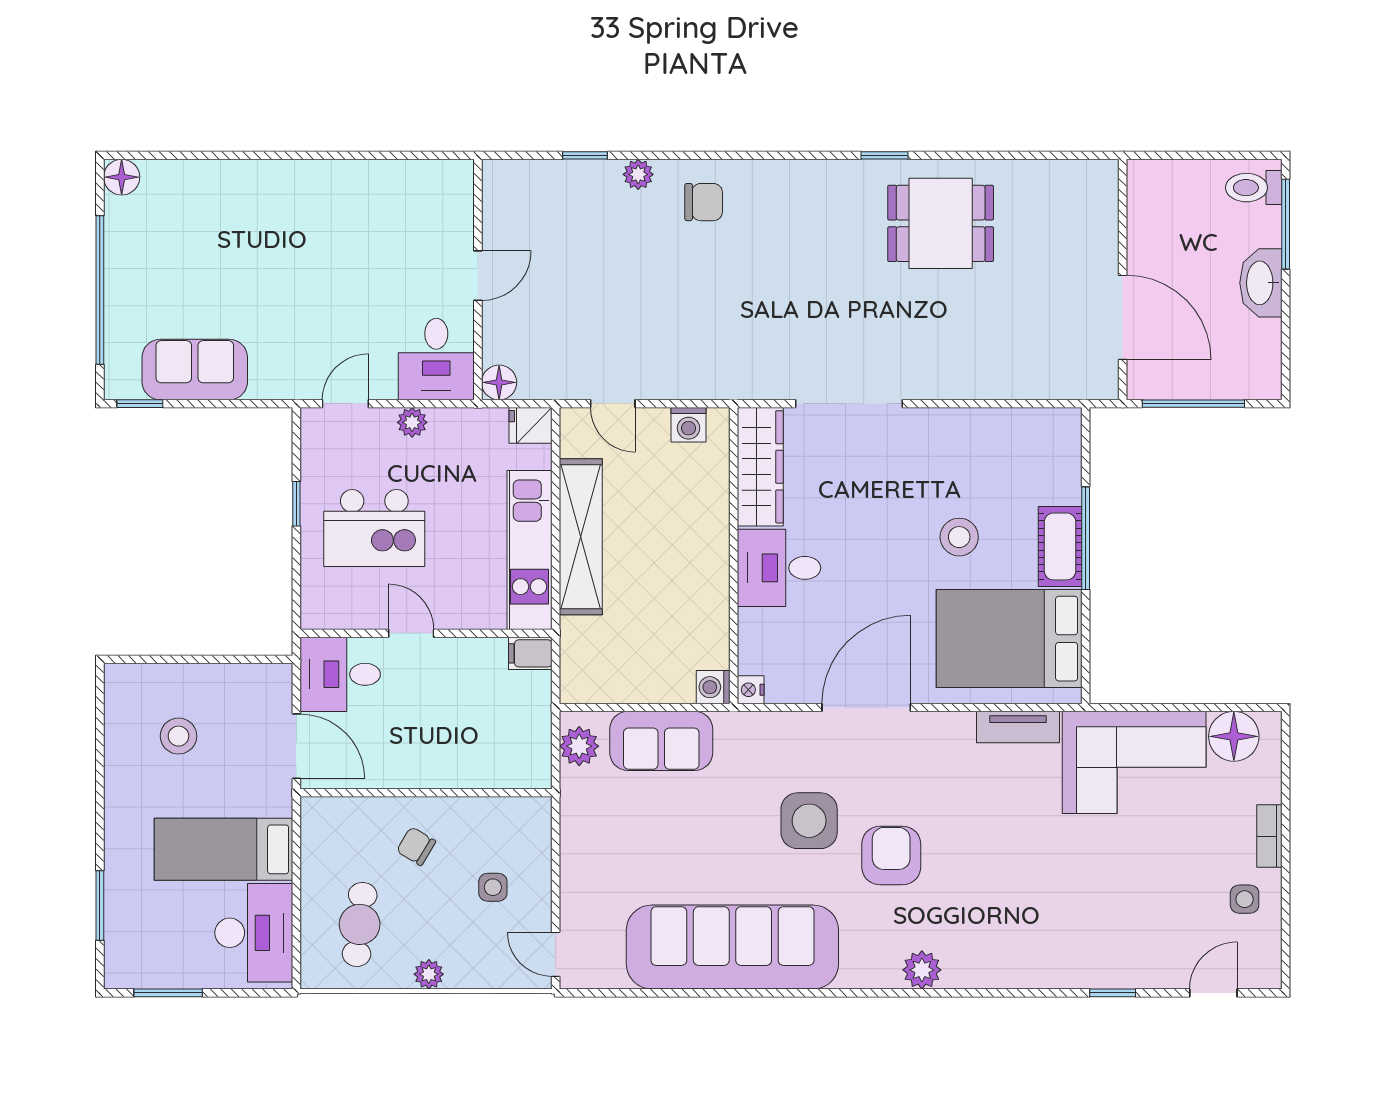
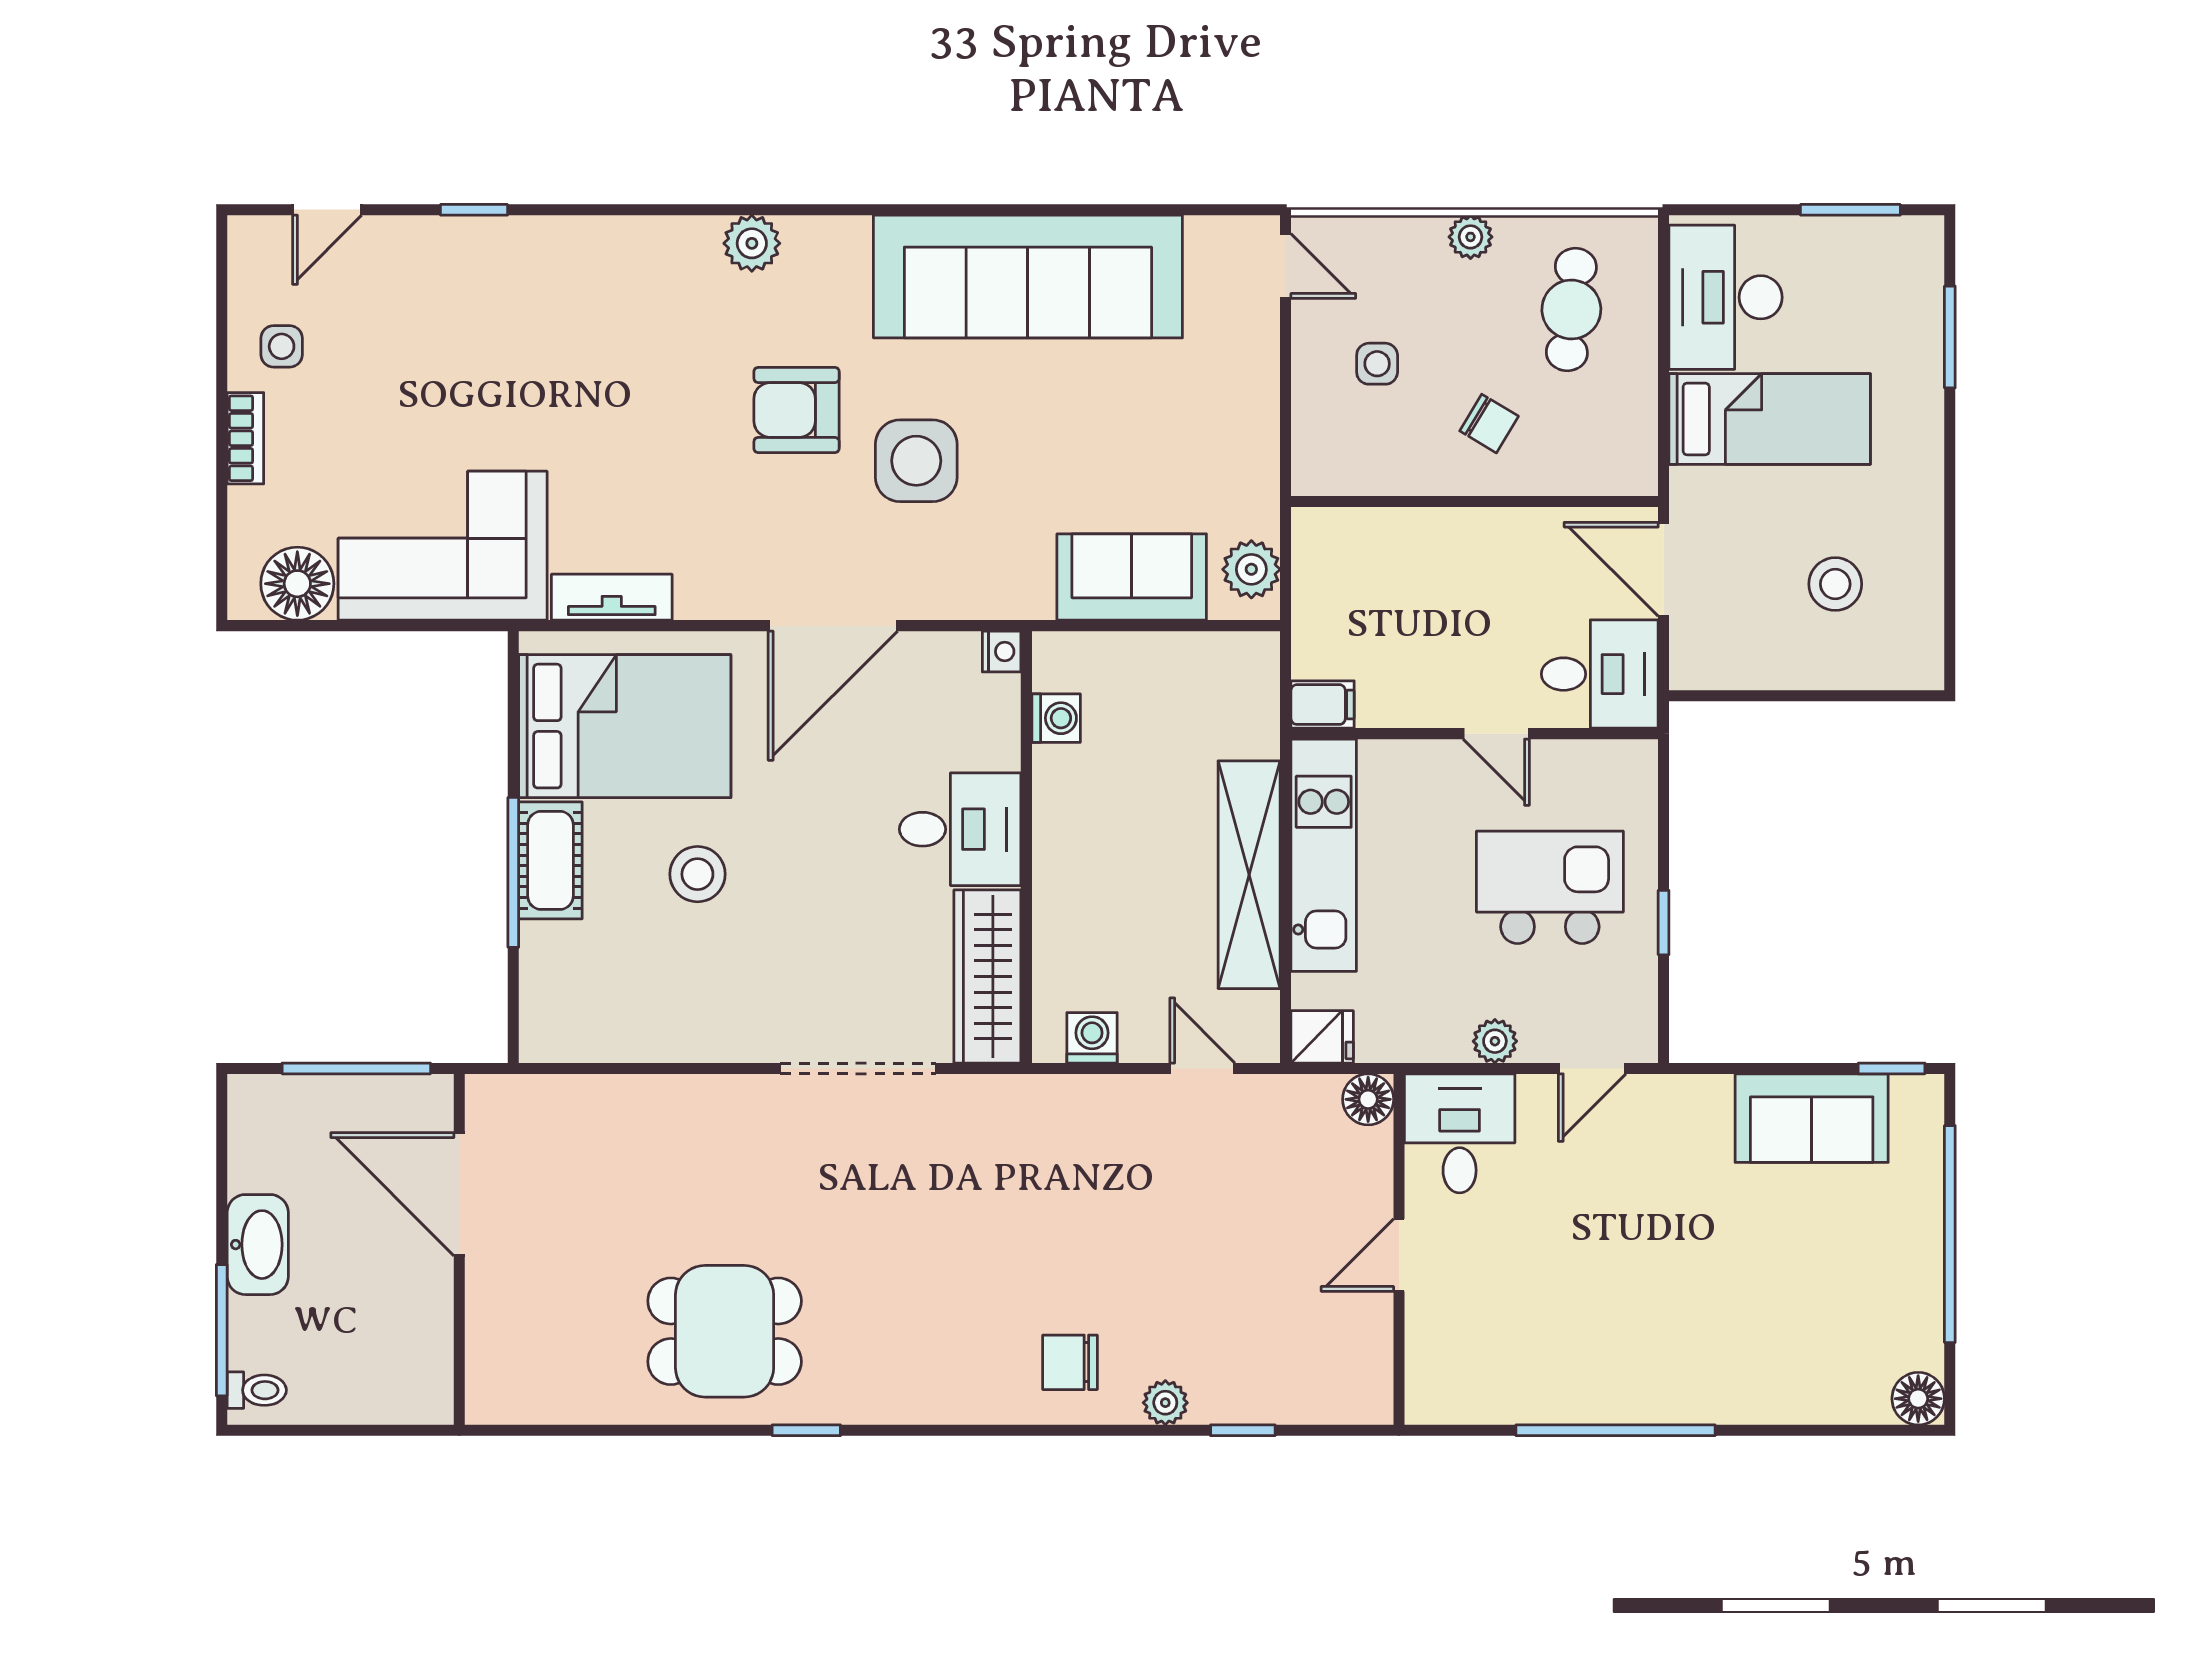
window: (329, 155) -> (1616, 1430), added
toilet: (1254, 188) -> (257, 1390), width x0.73, depth x0.72
washing machine: (713, 687) -> (1056, 718), moved
armchair: (891, 855) -> (797, 410), turned 90

